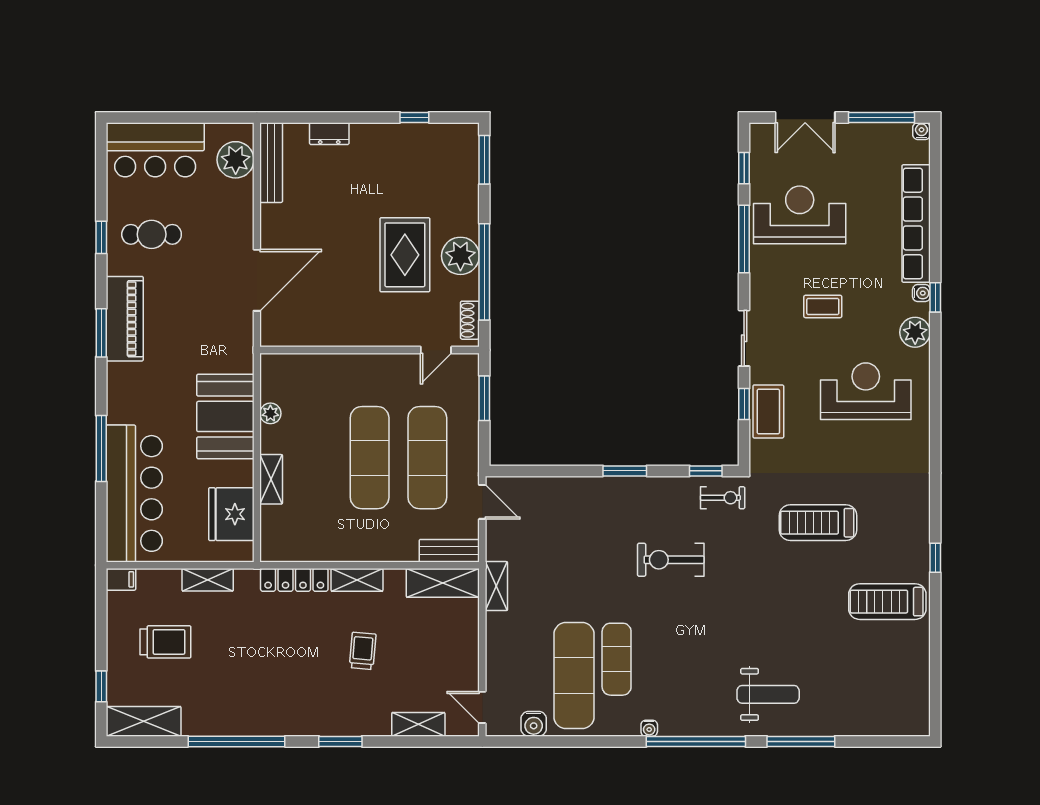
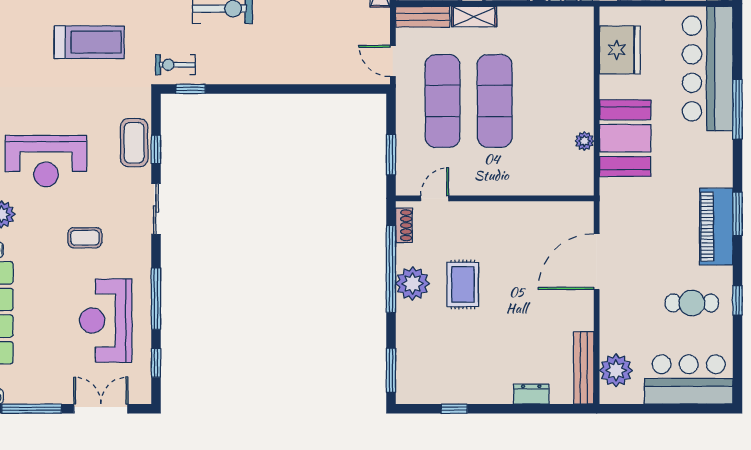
reception desk: (800, 215) -> (106, 321), turned 90
rug: (405, 255) -> (463, 284), width x0.73, depth x0.70
window: (625, 471) -> (264, 89), removed
shelving: (271, 479) -> (474, 17), moved, turned 90

